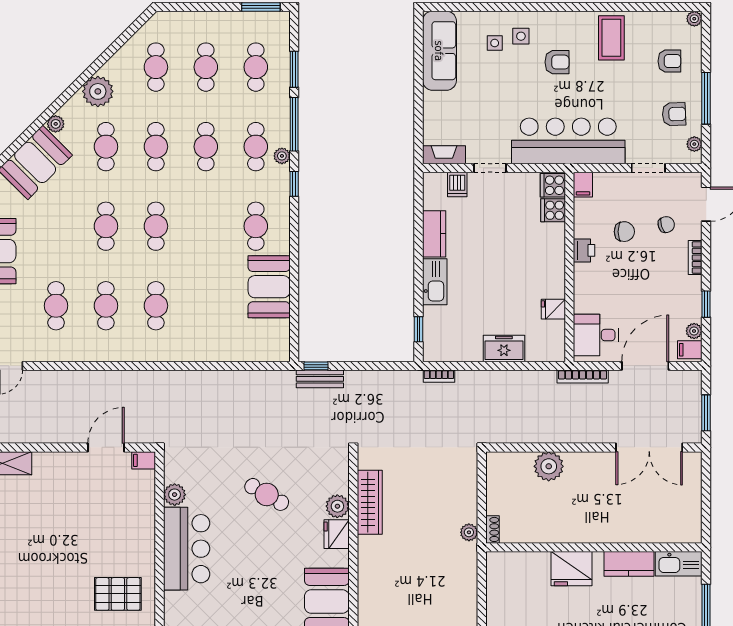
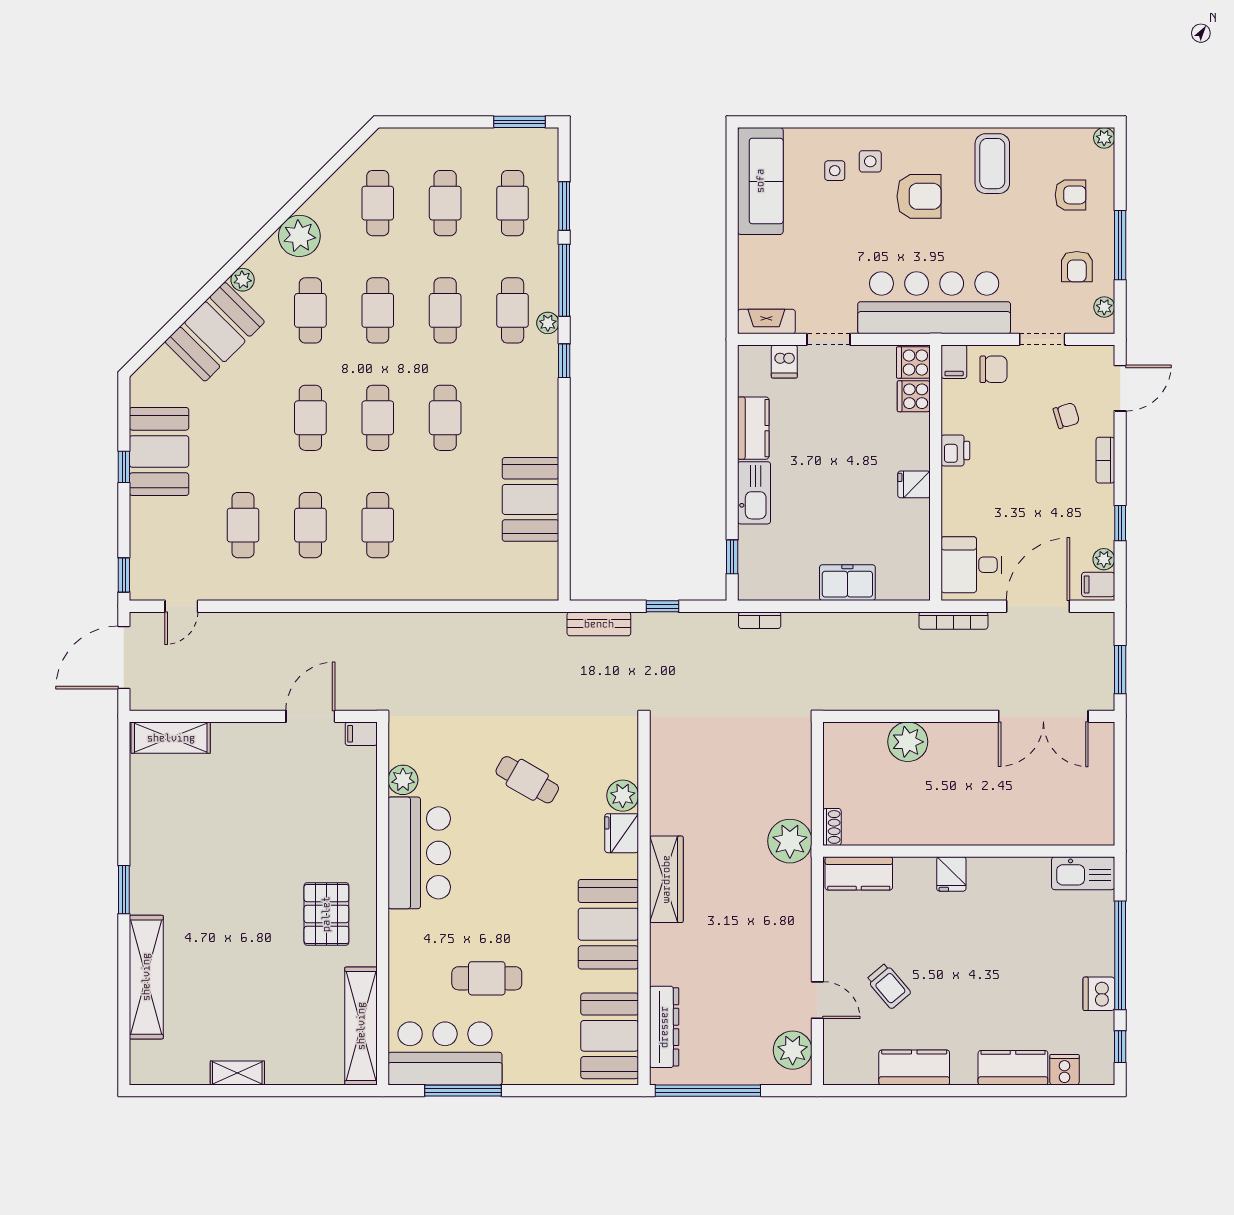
armchair: (557, 62) -> (919, 196), width x1.38, depth x1.38
armchair: (674, 114) -> (1077, 267), turned 92
cafe table: (256, 226) -> (445, 418), moved
chair: (624, 232) -> (994, 369), moved
fridge: (553, 309) -> (914, 484), moved
window: (316, 366) -> (662, 606), moved
wardrobe: (370, 502) -> (666, 879), moved
plant: (469, 532) -> (790, 841), width x1.88, depth x1.88
kitchen counter: (629, 564) -> (859, 873), moved
fridge: (572, 569) -> (951, 874), width x0.53, depth x0.75
pallet: (118, 594) -> (326, 914), turned 90

